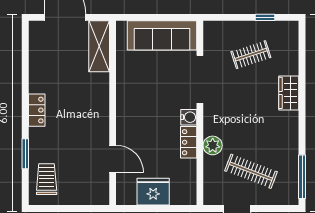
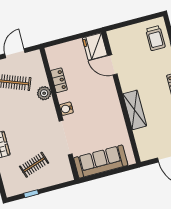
shelving: (99, 46) -> (135, 110), moved
locker: (189, 142) -> (59, 80), moved
fridge: (153, 192) -> (95, 47), moved, turned 90

